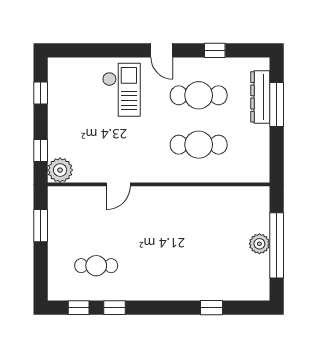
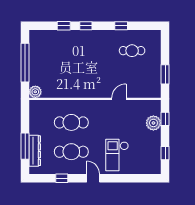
plant: (60, 170) -> (153, 123), moved
plant: (259, 244) -> (35, 92), moved
window: (79, 308) -> (86, 26), moved

